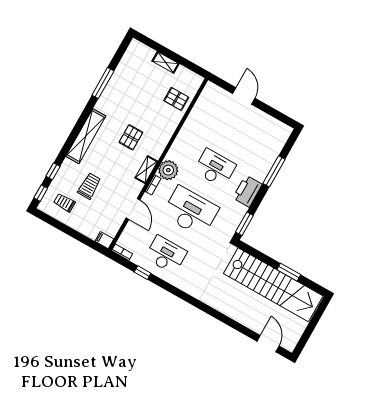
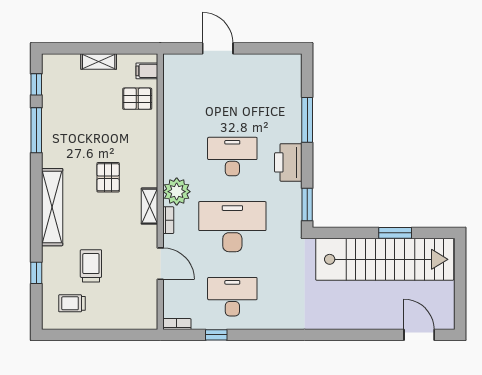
window: (41, 193) -> (36, 84), moved
filing cabinet: (104, 240) -> (147, 71), moved

